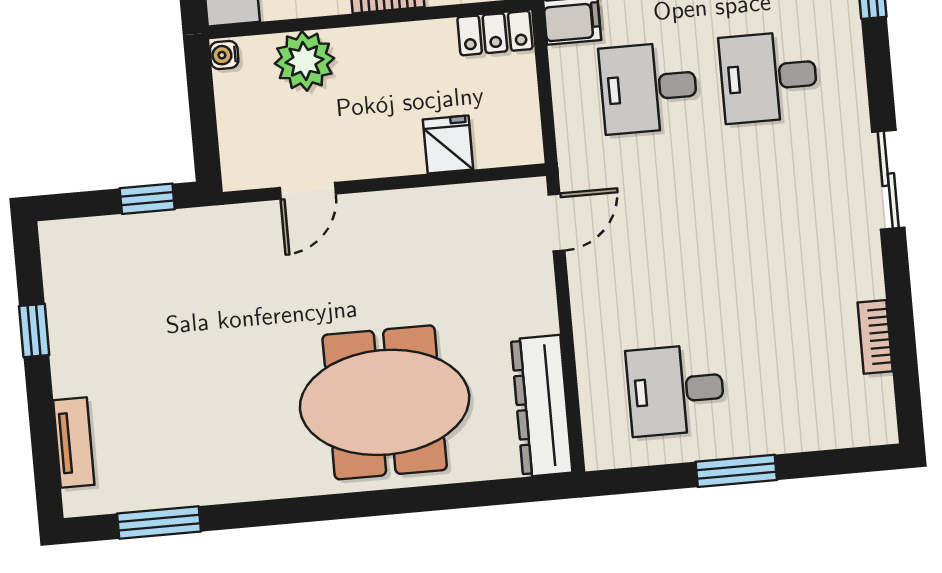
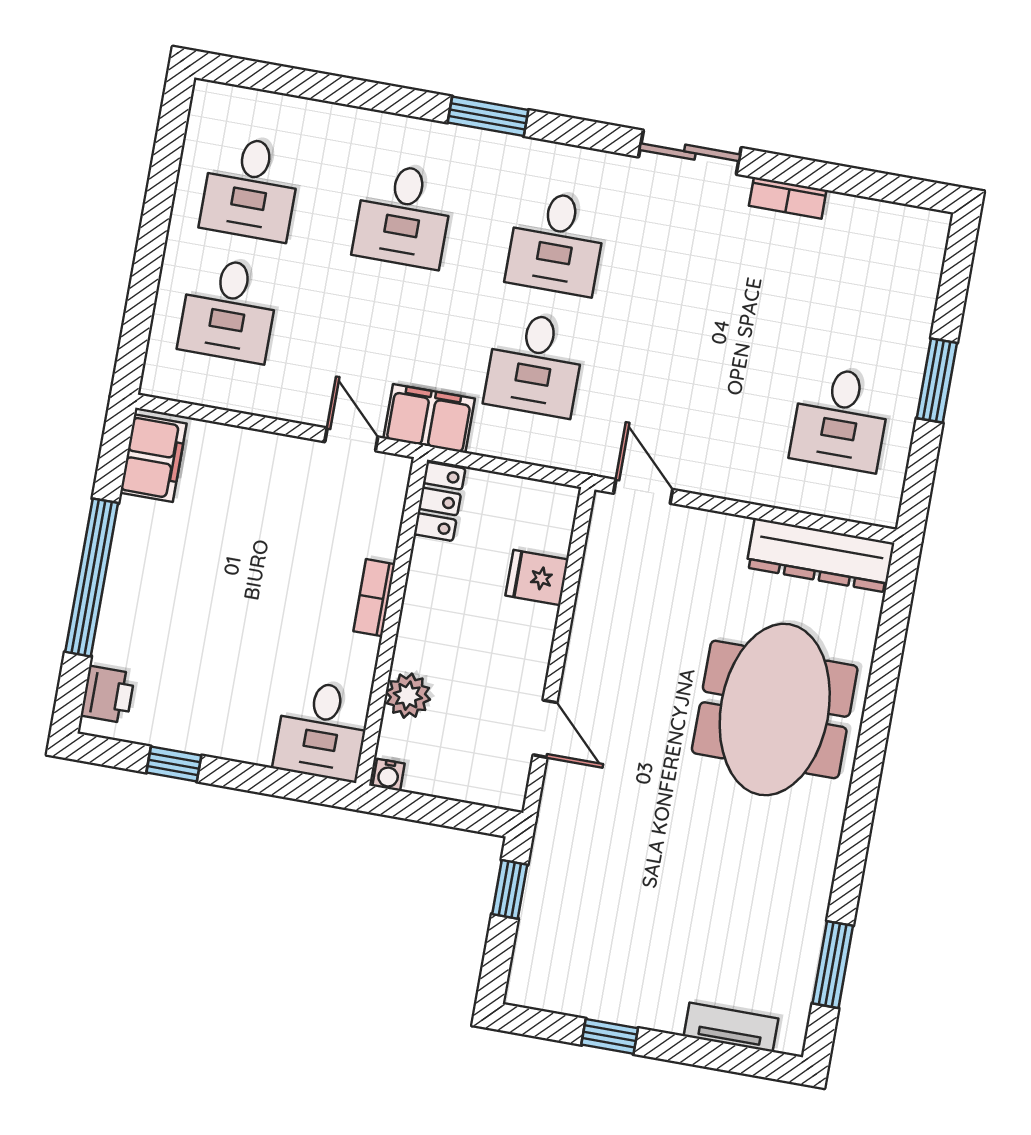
plant: (304, 61) -> (408, 696), width x0.73, depth x0.73
bookcase: (875, 337) -> (788, 198), moved

